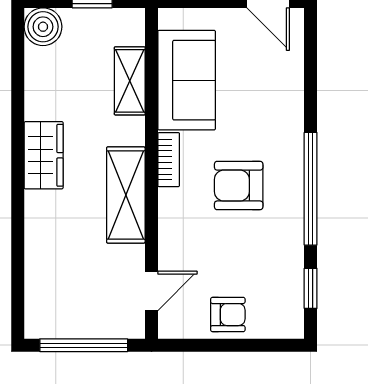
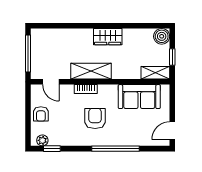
shelving: (130, 81) -> (155, 73), moved
bookcase: (169, 160) -> (86, 89), moved
window: (311, 189) -> (116, 149), moved
plant: (291, 311) -> (42, 140), added

